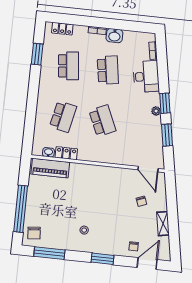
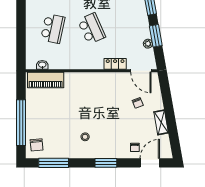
plant: (156, 111) -> (148, 44), moved
locker: (66, 153) -> (115, 64), moved

